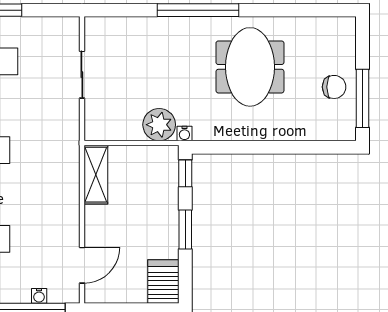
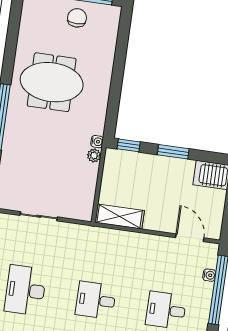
plant: (159, 125) -> (94, 155), width x0.53, depth x0.53

